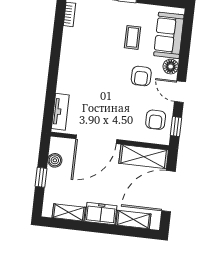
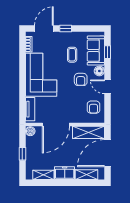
corner sofa: (83, 62) -> (41, 75), added
window: (176, 126) -> (107, 52), moved
boiler: (55, 160) -> (30, 131), moved

